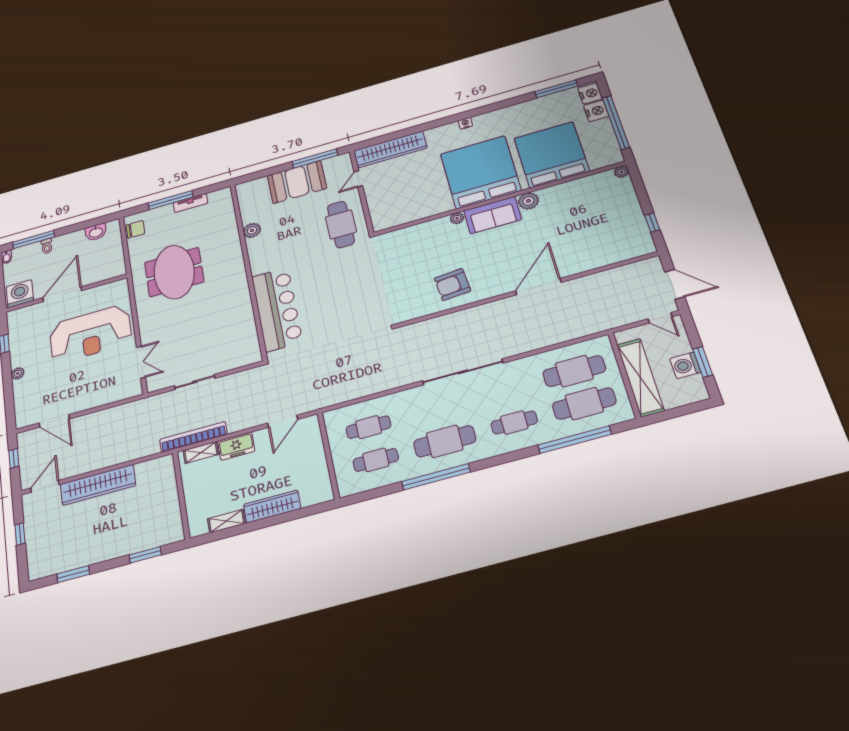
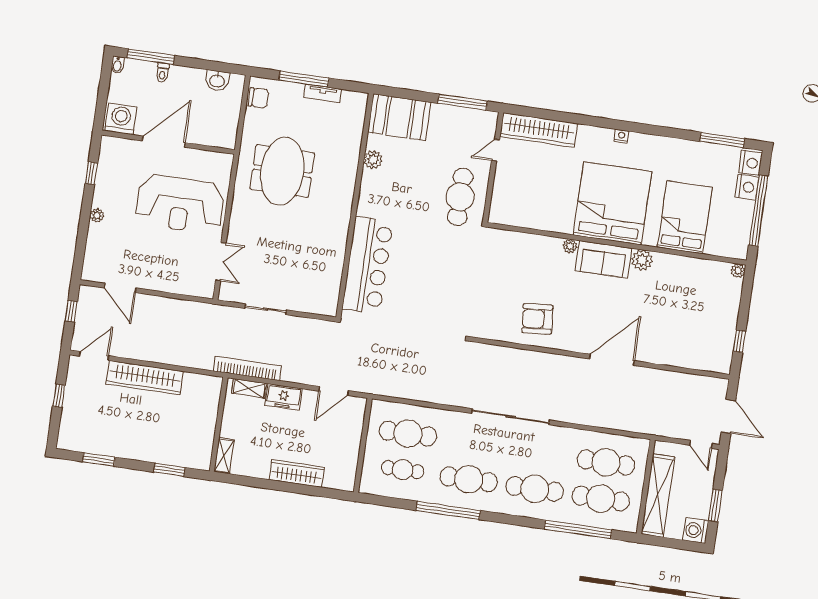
bed: (551, 155) -> (685, 217), width x0.73
booth: (297, 182) -> (399, 117), moved
washing machine: (685, 365) -> (696, 530), moved
cafe table: (514, 422) -> (535, 489), width x1.37, depth x1.35
cafe table: (368, 427) -> (408, 434), width x1.37, depth x1.35
shelving: (226, 521) -> (224, 456), moved, turned 90

